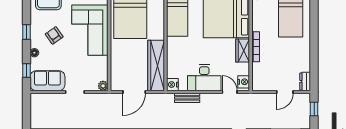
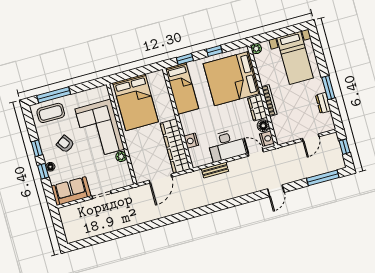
window: (314, 50) -> (328, 88), added
floor lamp: (244, 69) -> (263, 126), added
window: (27, 71) -> (43, 171), moved
dresser: (305, 81) -> (323, 103), moved
nightstand: (172, 85) -> (191, 141), moved
plant: (103, 86) -> (121, 157), moved

